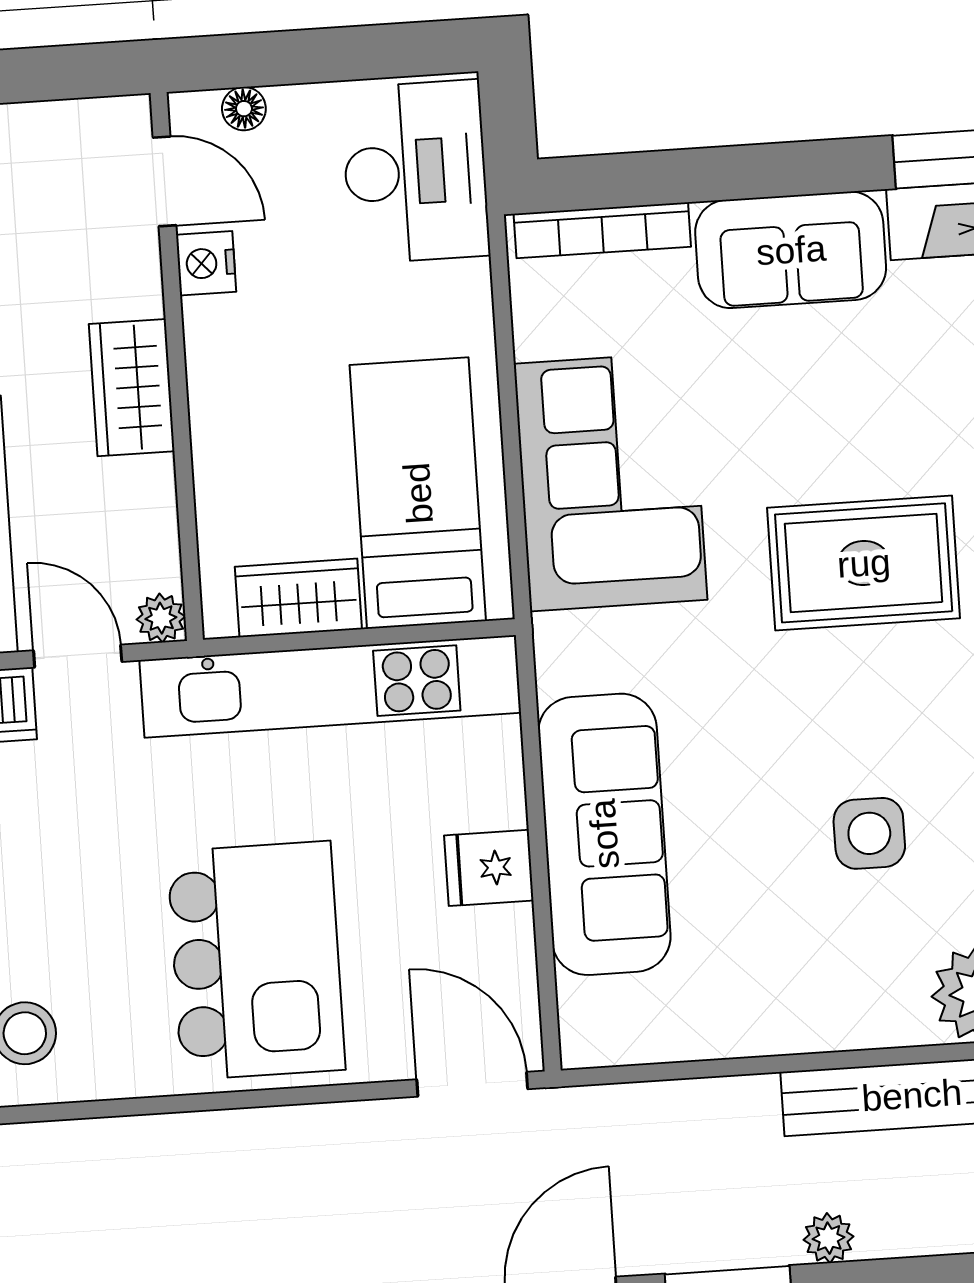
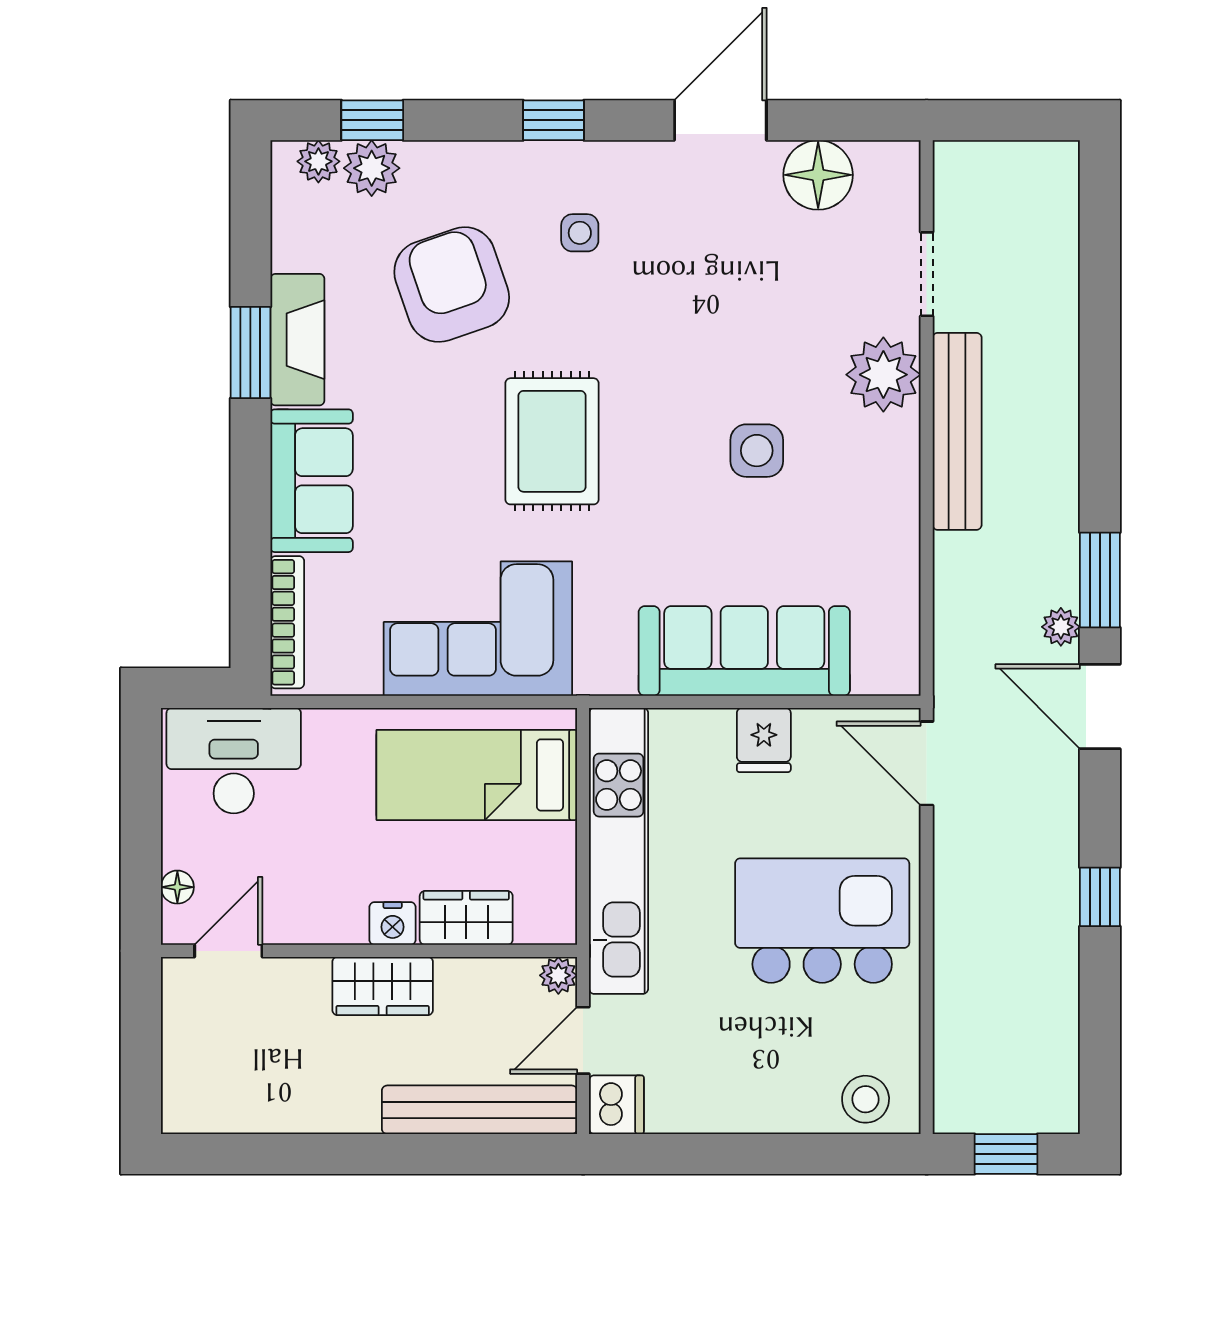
nightstand: (206, 263) -> (393, 923), moved
wardrobe: (298, 598) -> (466, 918), moved, turned 90
door: (472, 1084) -> (927, 763), hinge flipped
plant: (829, 1238) -> (1061, 627), moved

